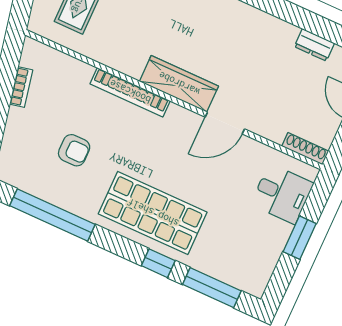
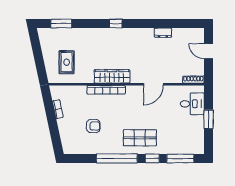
dresser: (314, 45) -> (163, 33), moved
wardrobe: (179, 84) -> (112, 76), moved
shop shelf: (153, 213) -> (140, 138), width x0.70, depth x0.74
window: (52, 215) -> (117, 158), moved

